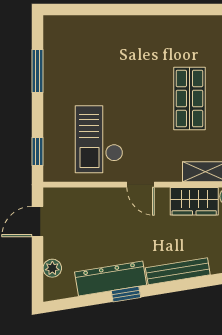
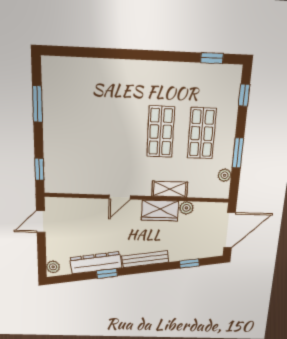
checkout: (99, 139) -> (88, 161), removed
door: (141, 185) -> (120, 197), hinge flipped
plant: (52, 268) -> (53, 267), moved

